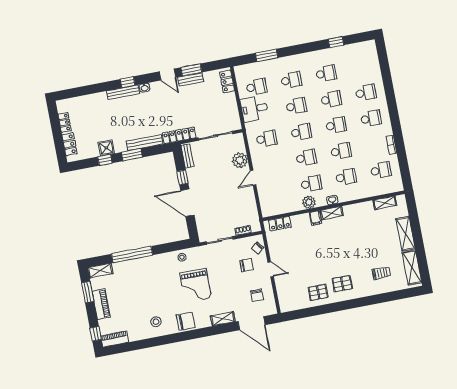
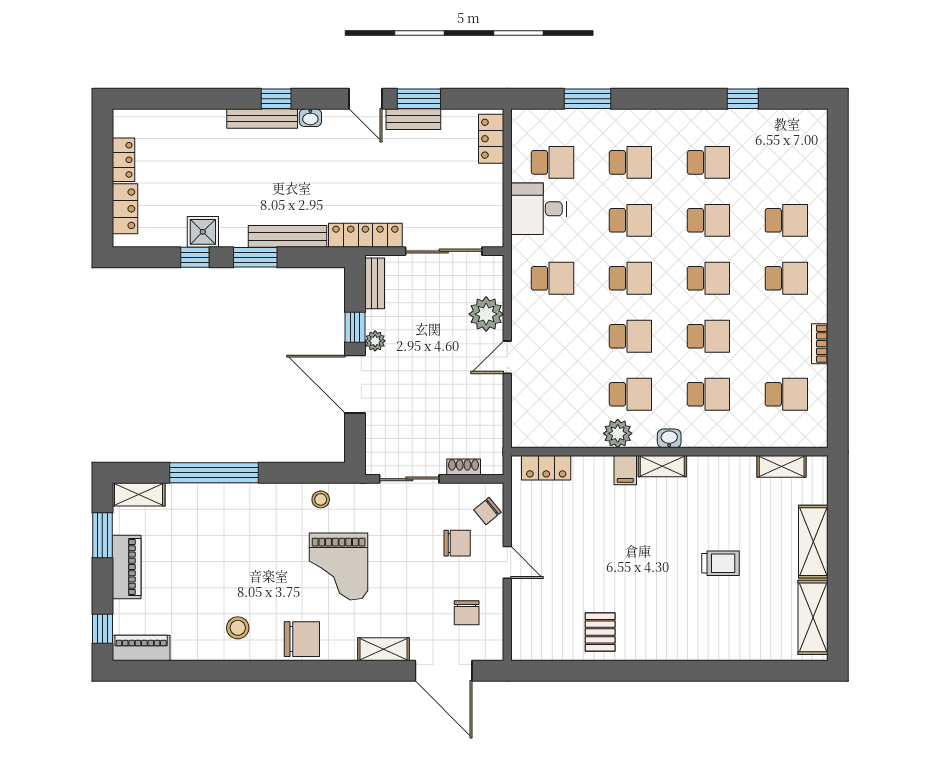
plant: (193, 182) -> (375, 341), added
trolley: (381, 273) -> (720, 563), moved
pallet: (342, 284) -> (656, 623), removed
pallet: (318, 292) -> (600, 632), turned 90

